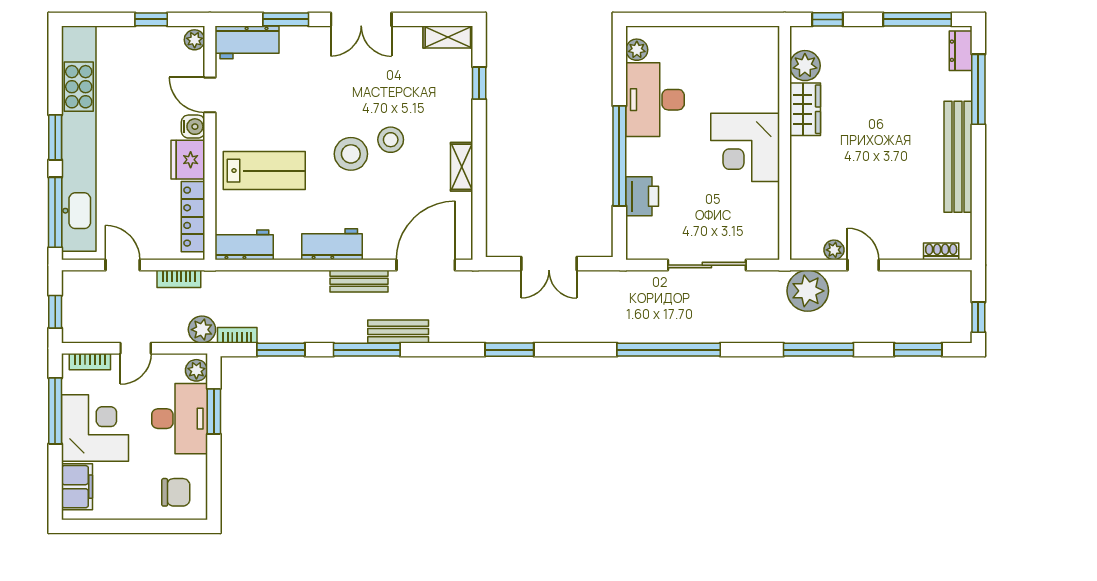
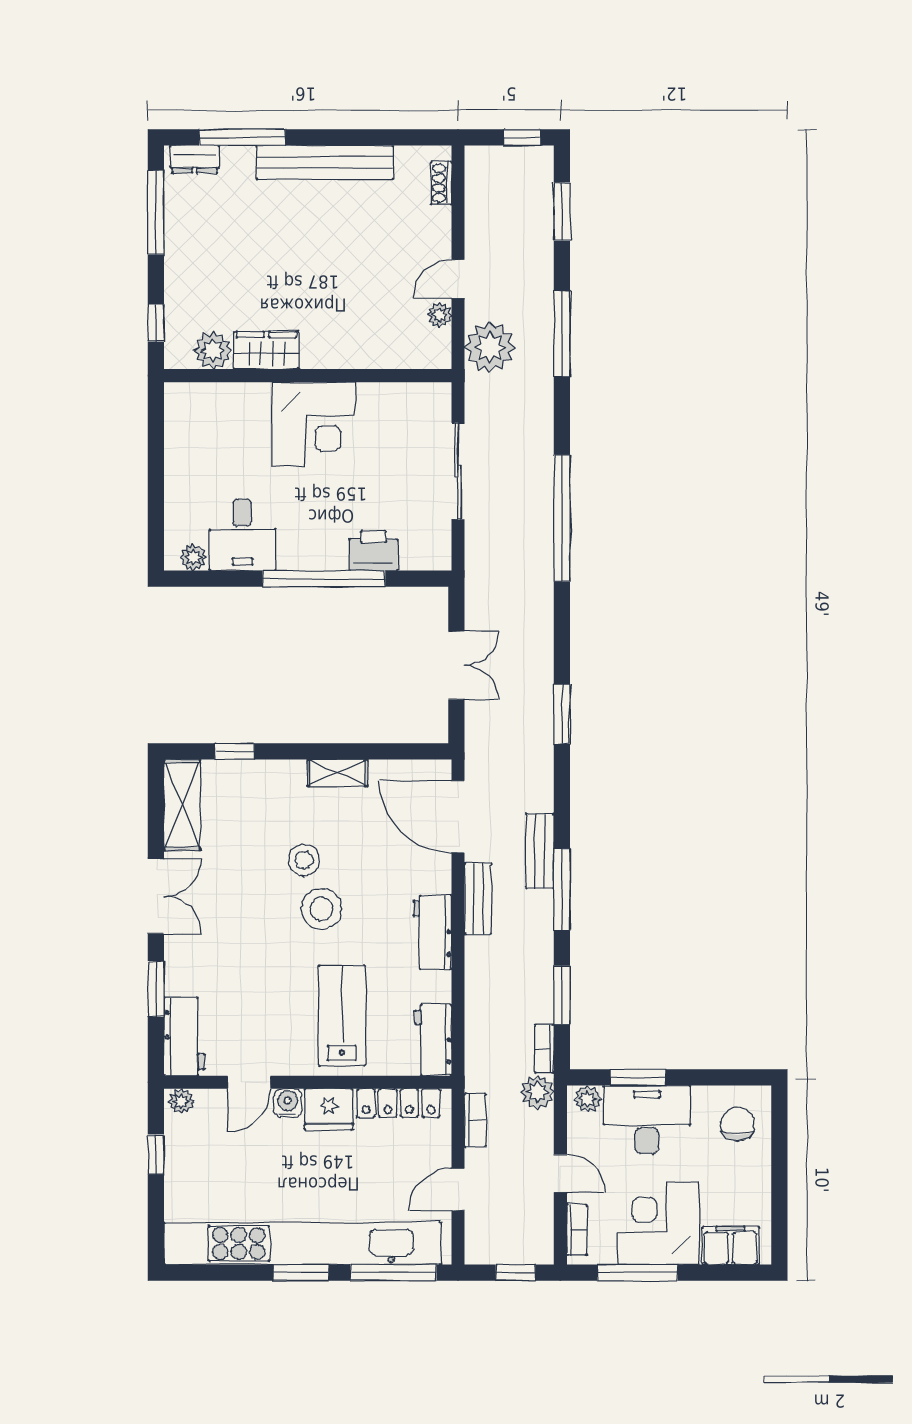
shelving: (448, 37) -> (182, 805), width x1.50, depth x1.33
desk: (655, 100) -> (242, 535), width x0.73

